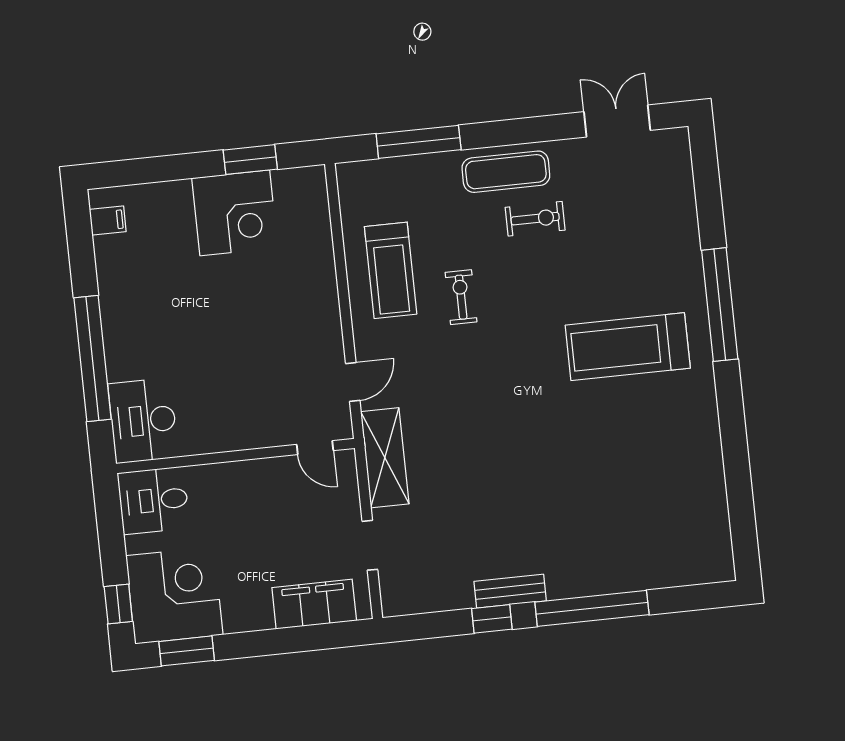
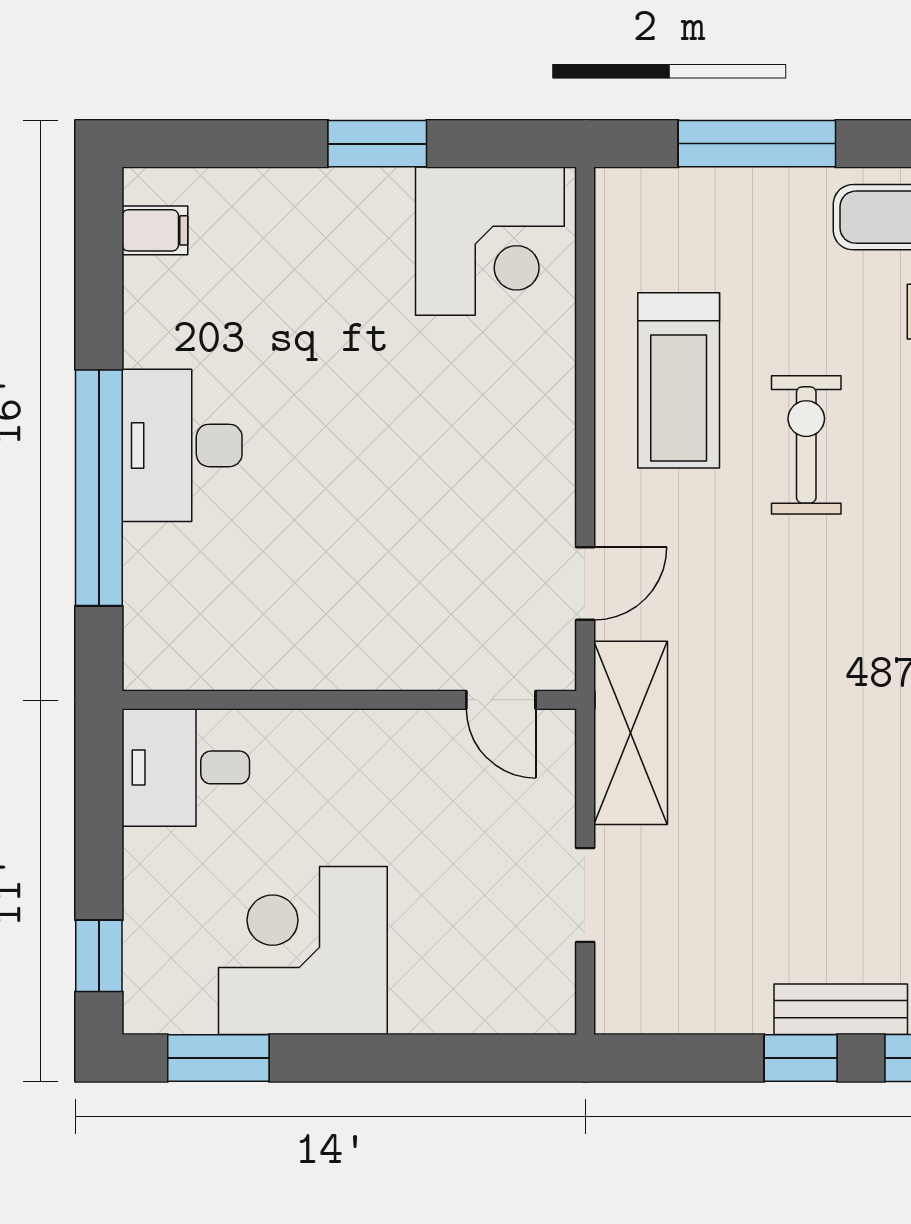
window: (250, 160) -> (377, 144), moved
corner desk: (235, 213) -> (490, 241), moved
exercise bike: (461, 297) -> (806, 445), width x1.38, depth x1.39
desk: (143, 421) -> (182, 445), moved
corner desk: (174, 595) -> (303, 950), moved, turned -90
filing cabinet: (314, 604) -> (468, 995), removed

